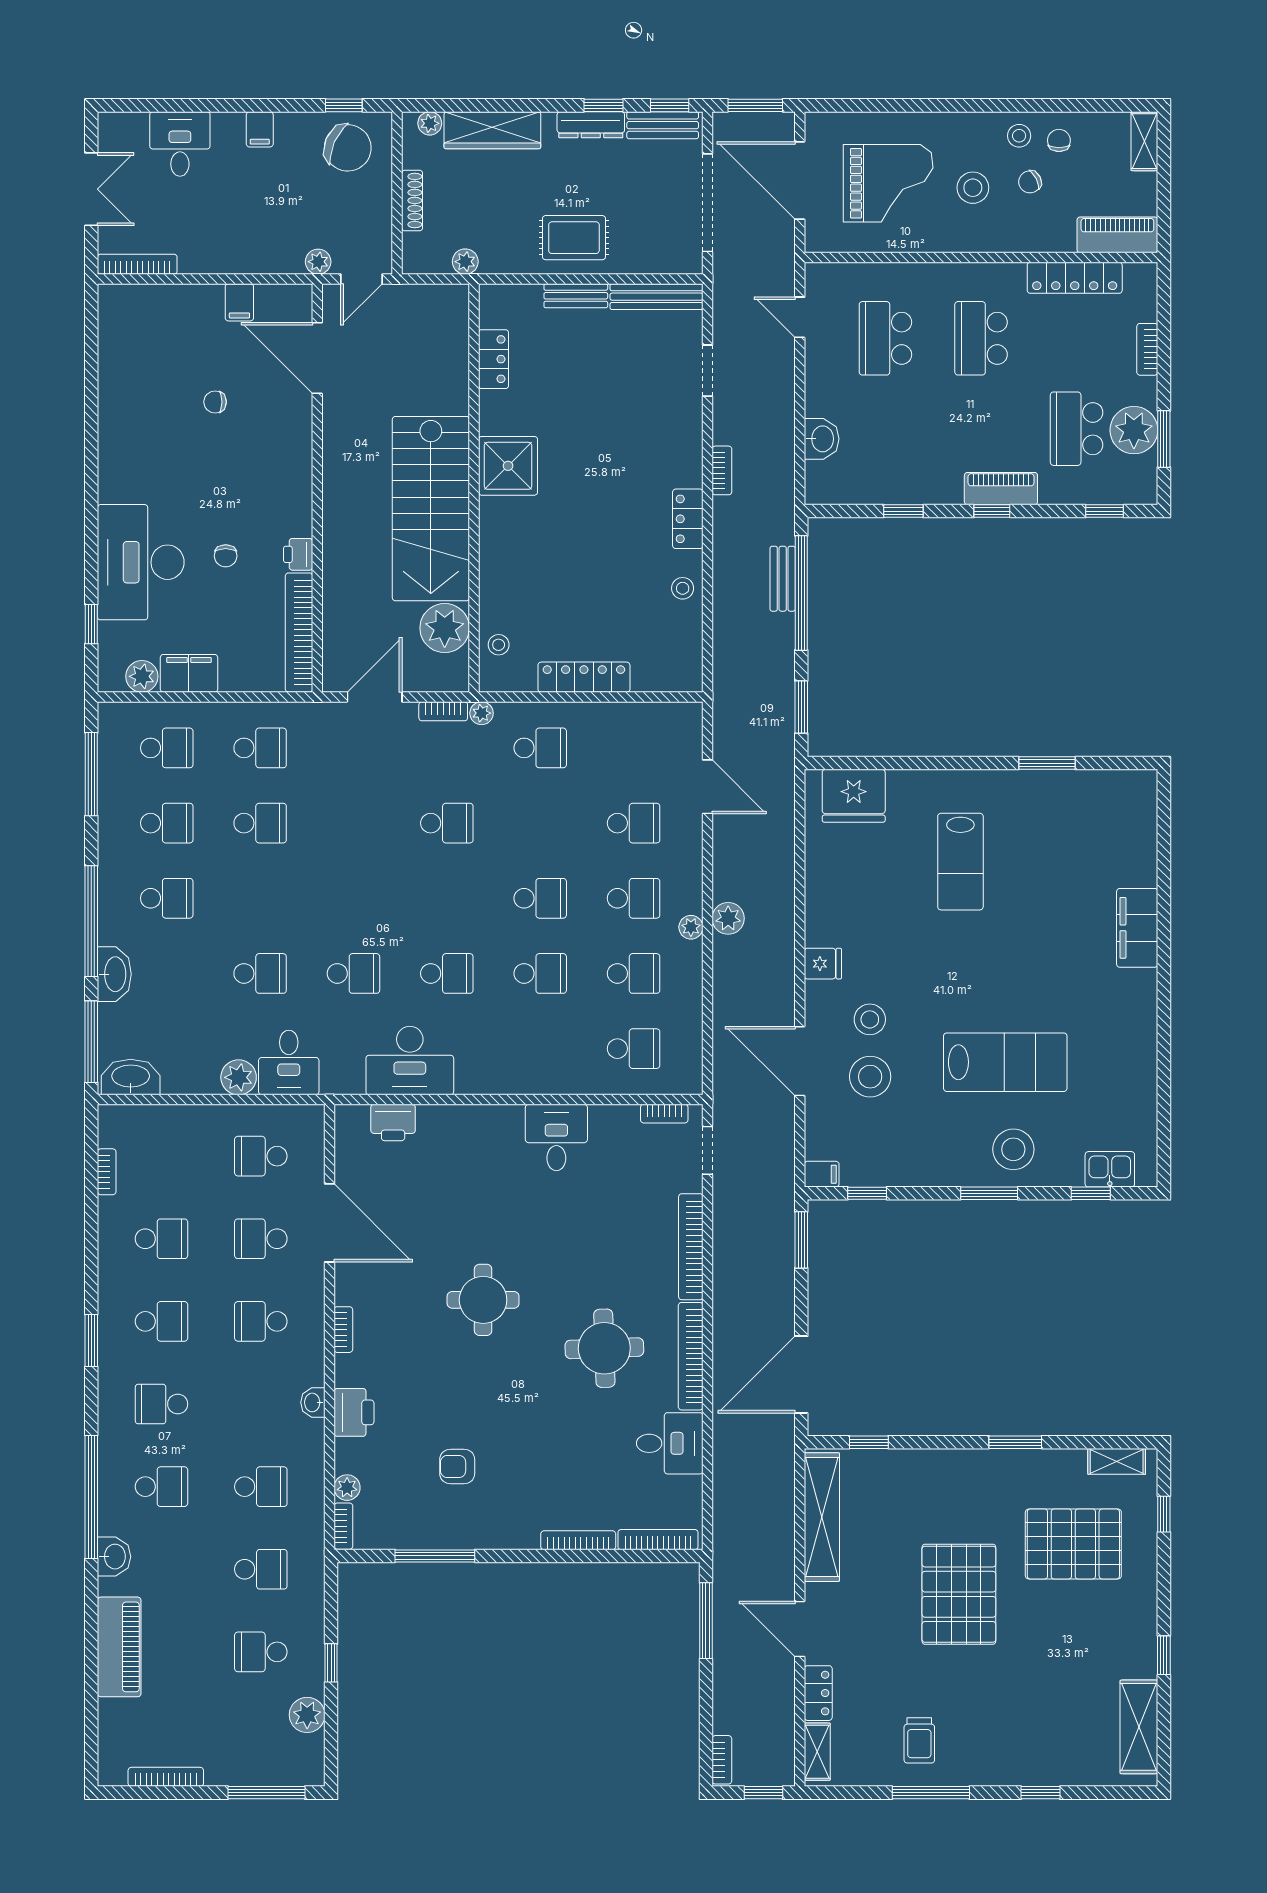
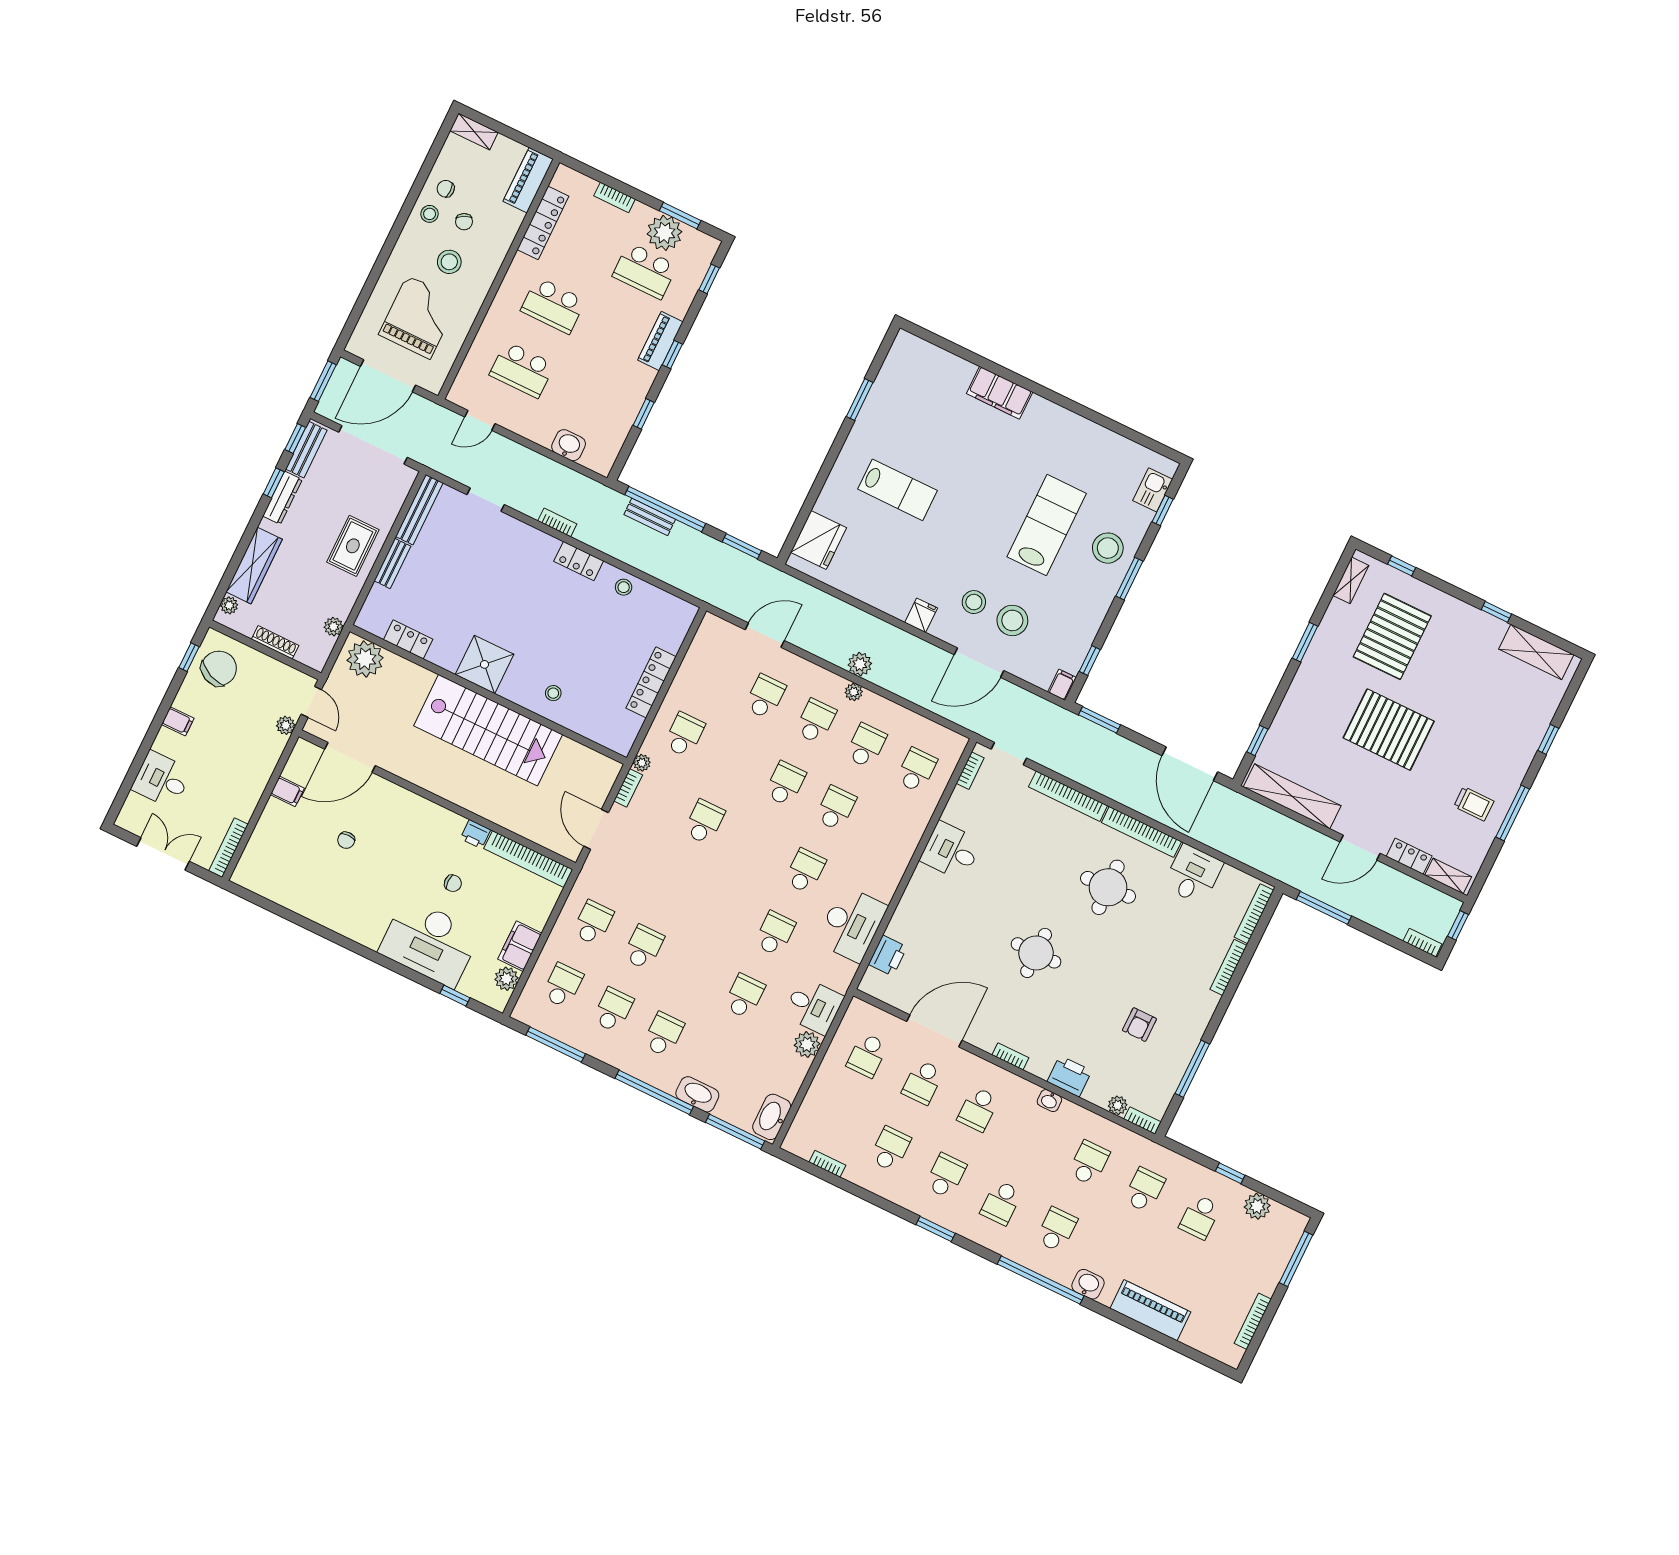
plant: (445, 628) -> (365, 659), moved
stool: (499, 645) -> (553, 693), moved

